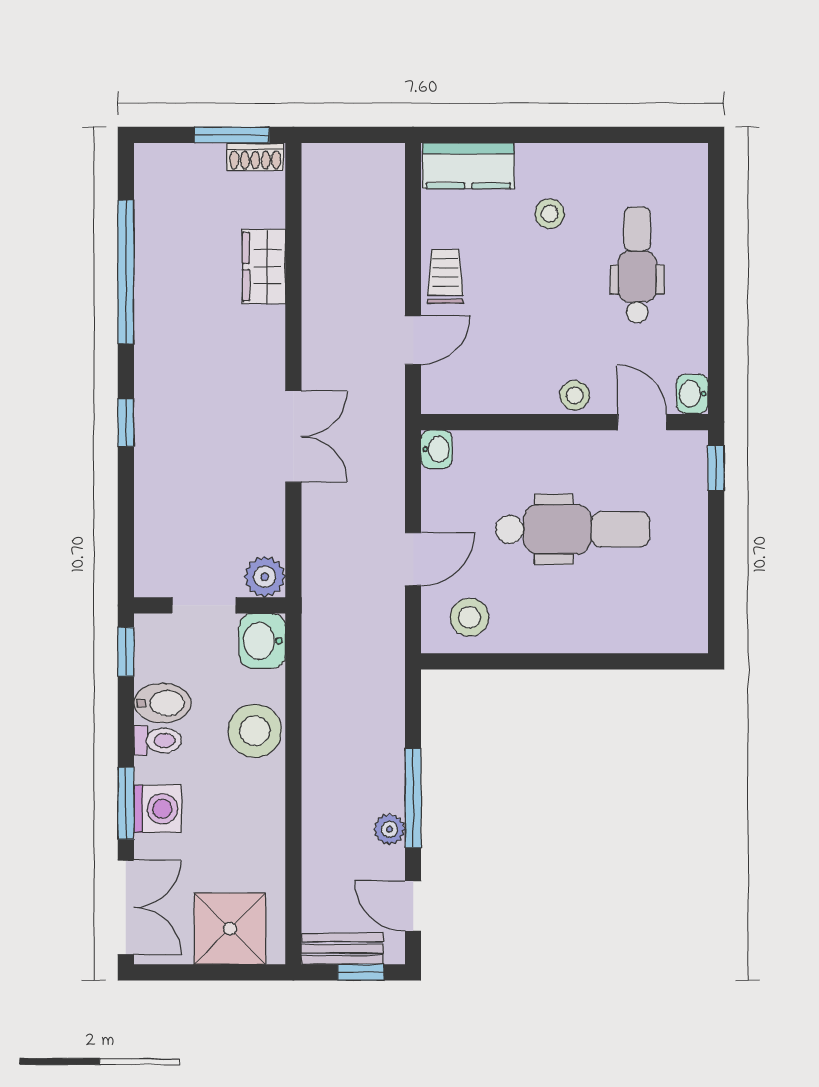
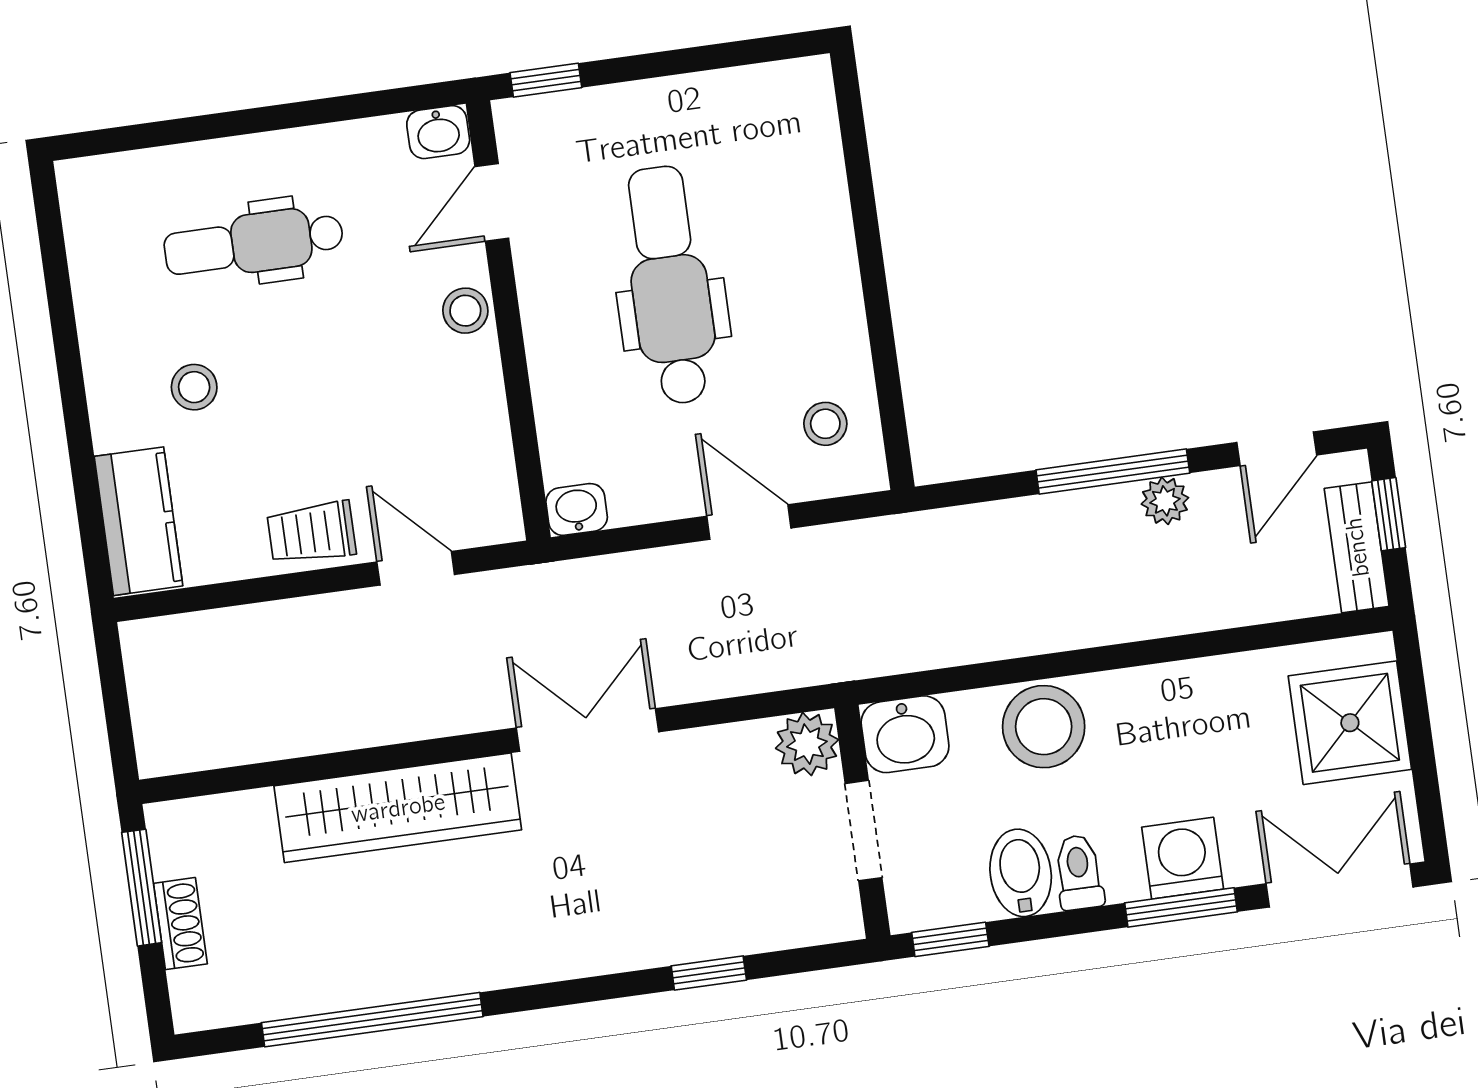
shoe rack: (255, 157) -> (180, 924), moved
wardrobe: (264, 266) -> (398, 808), width x2.10, depth x1.17
window: (126, 423) -> (709, 973), moved
stool: (470, 617) -> (825, 424), width x0.73, depth x0.73

